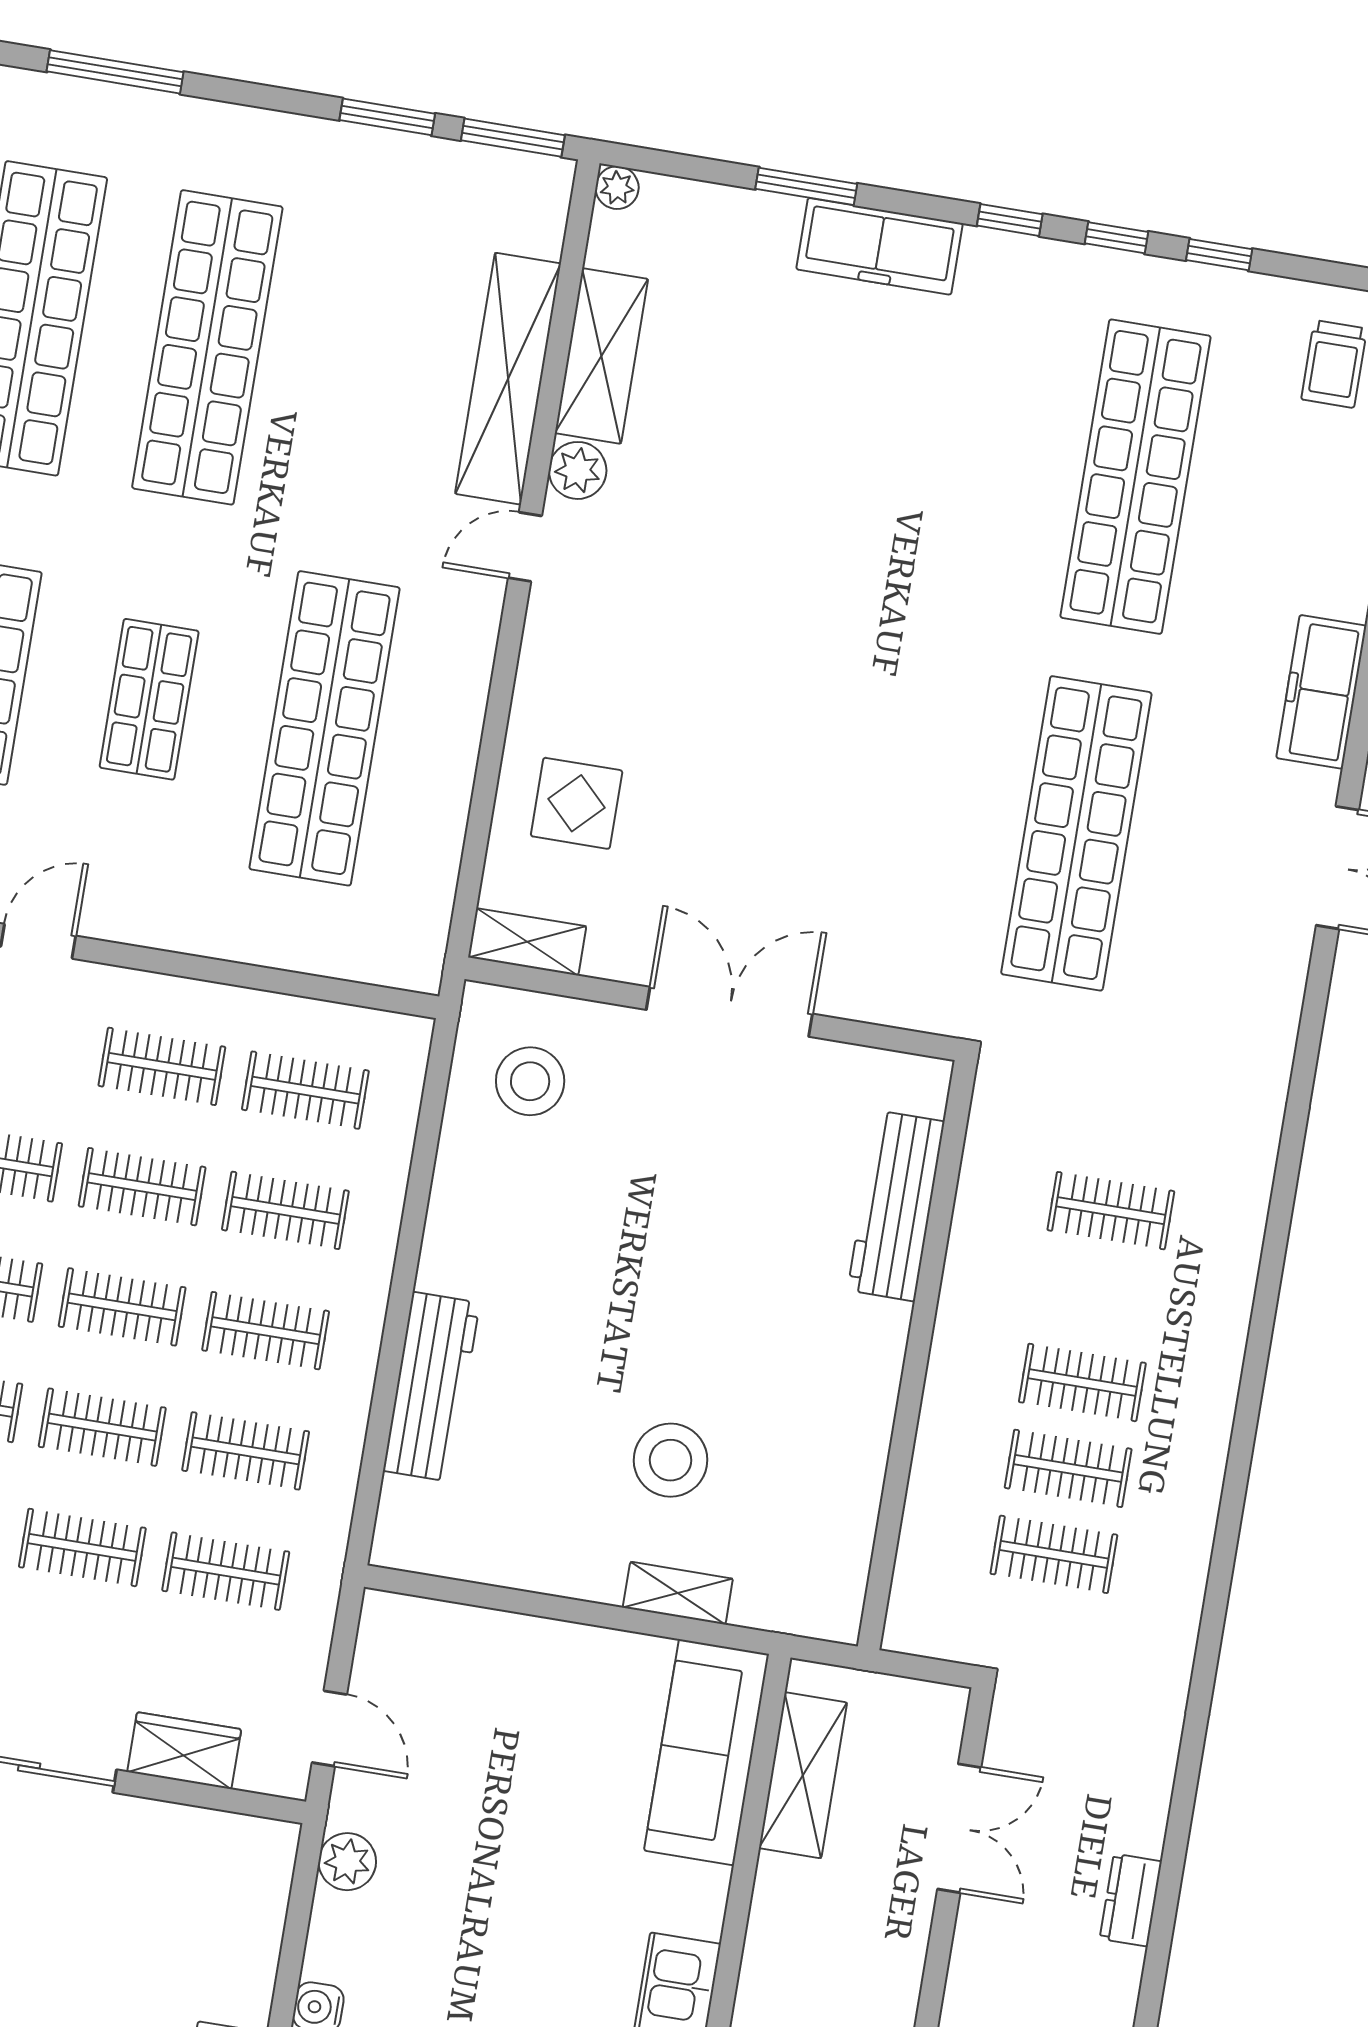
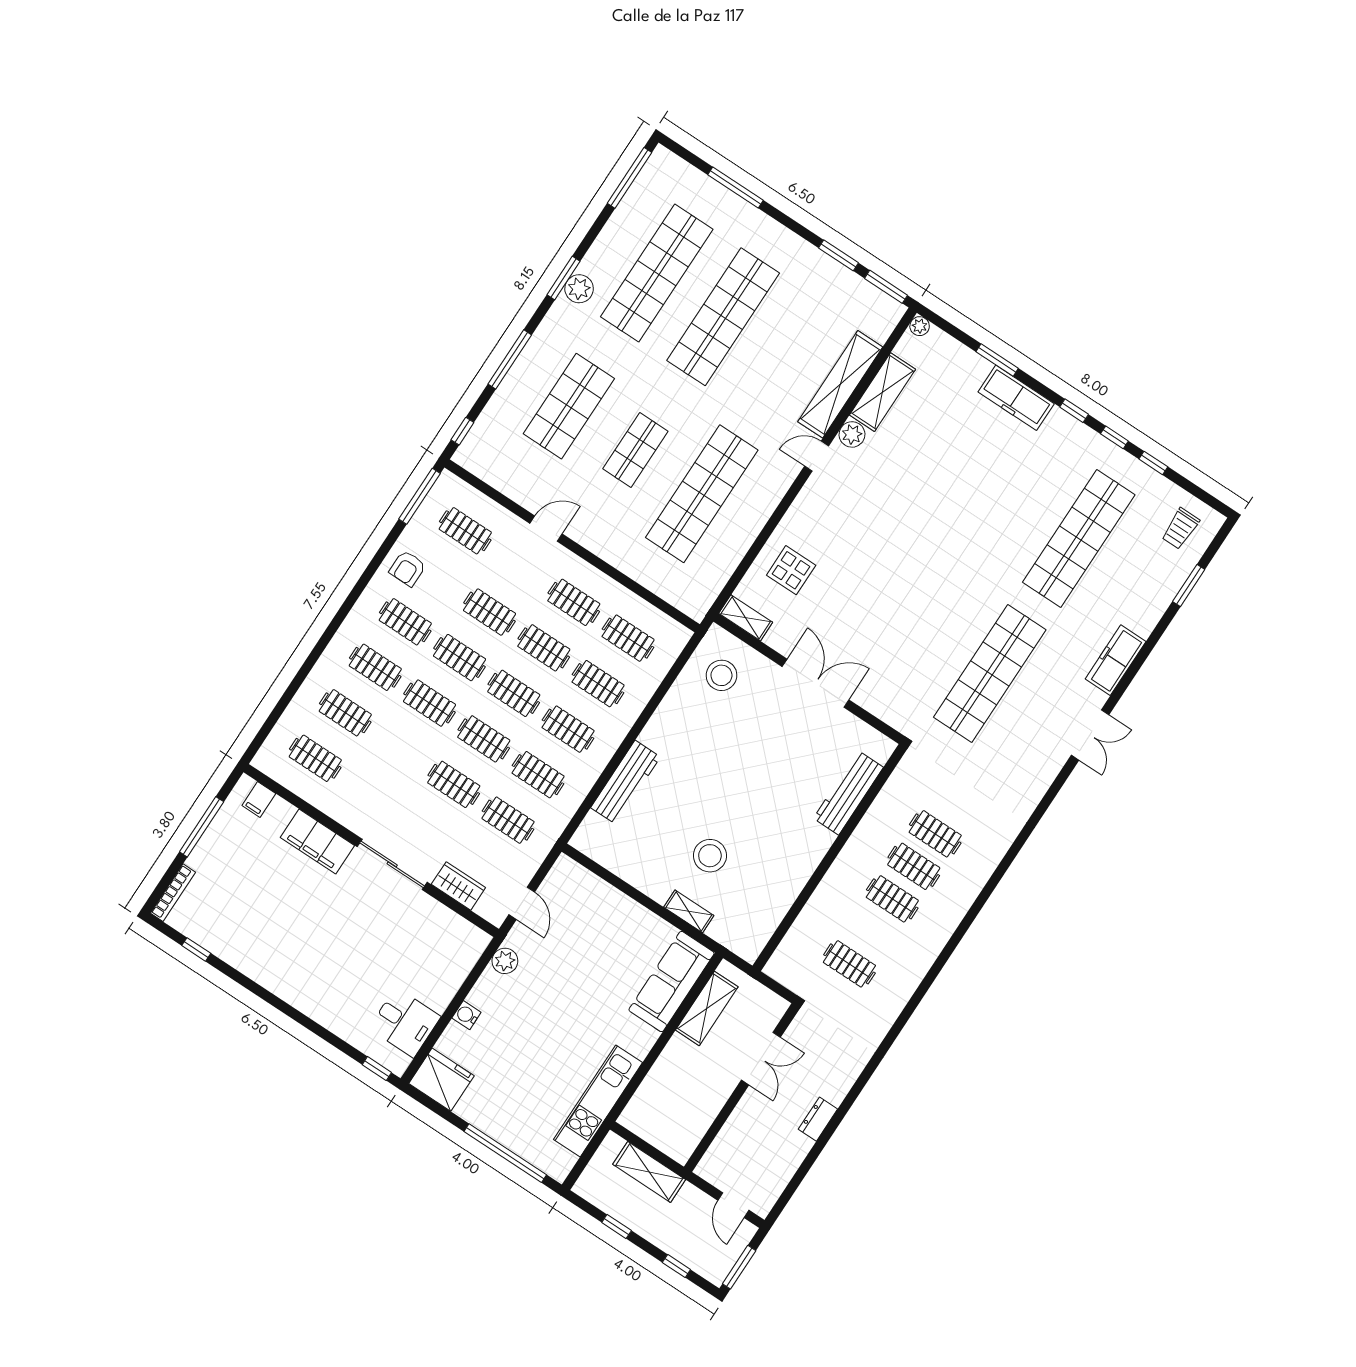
clothes rail: (1068, 1468) -> (914, 866), moved

